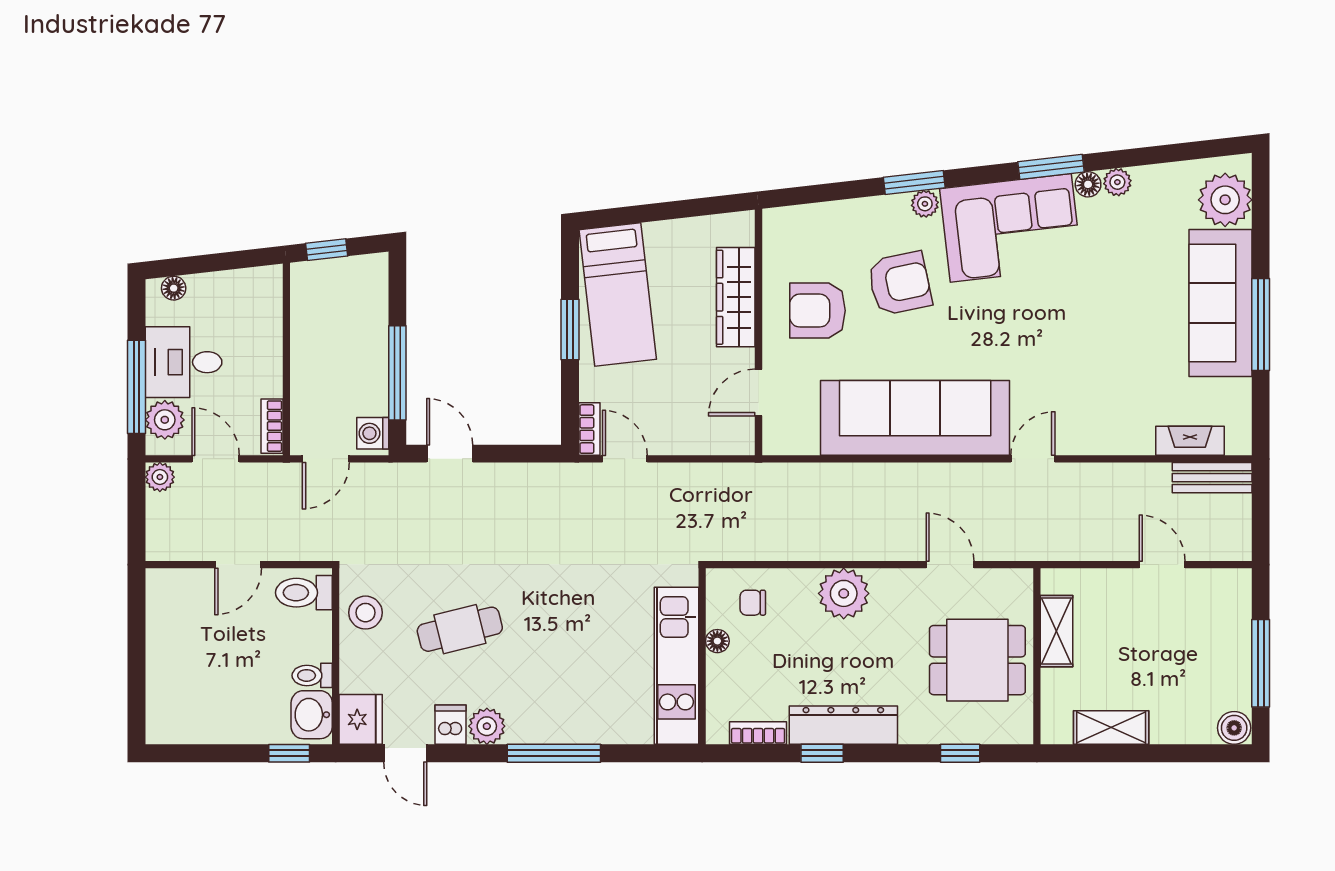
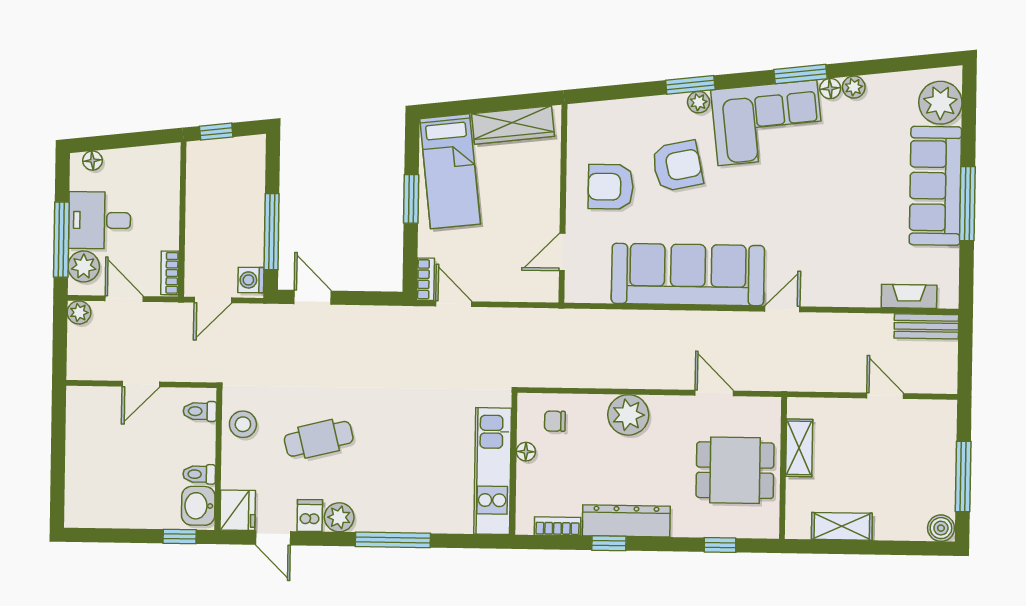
wardrobe: (736, 297) -> (513, 125), moved, turned -97
toilet: (304, 593) -> (200, 411), width x0.73, depth x0.72

